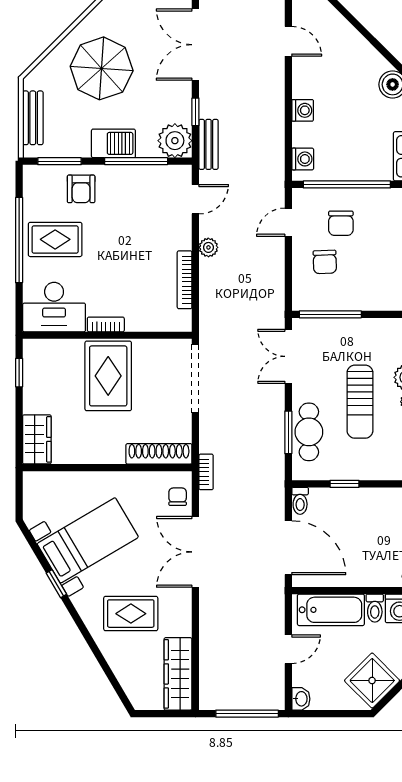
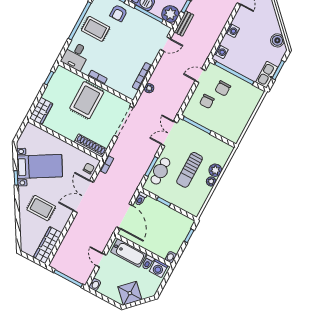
plant: (208, 247) -> (149, 88), moved
desk: (54, 307) -> (76, 56), width x0.73
door: (288, 649) -> (101, 260), swing flipped

